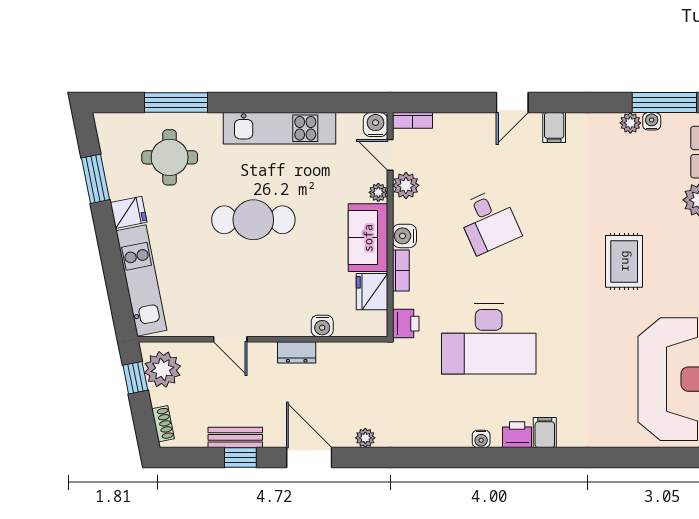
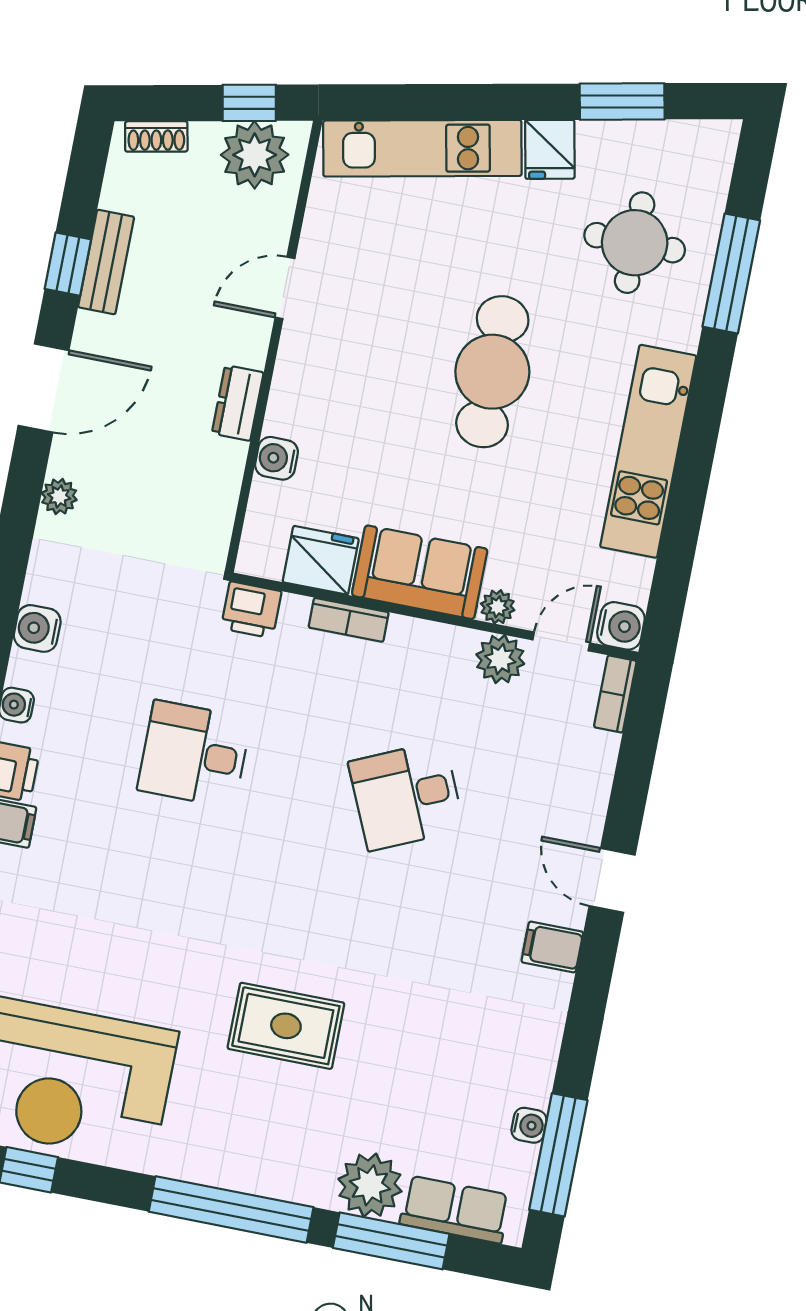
plant: (630, 123) -> (534, 1086), removed
water cooler: (404, 236) -> (37, 628), moved, turned -90
desk: (489, 339) -> (194, 754), width x0.53, depth x0.77

